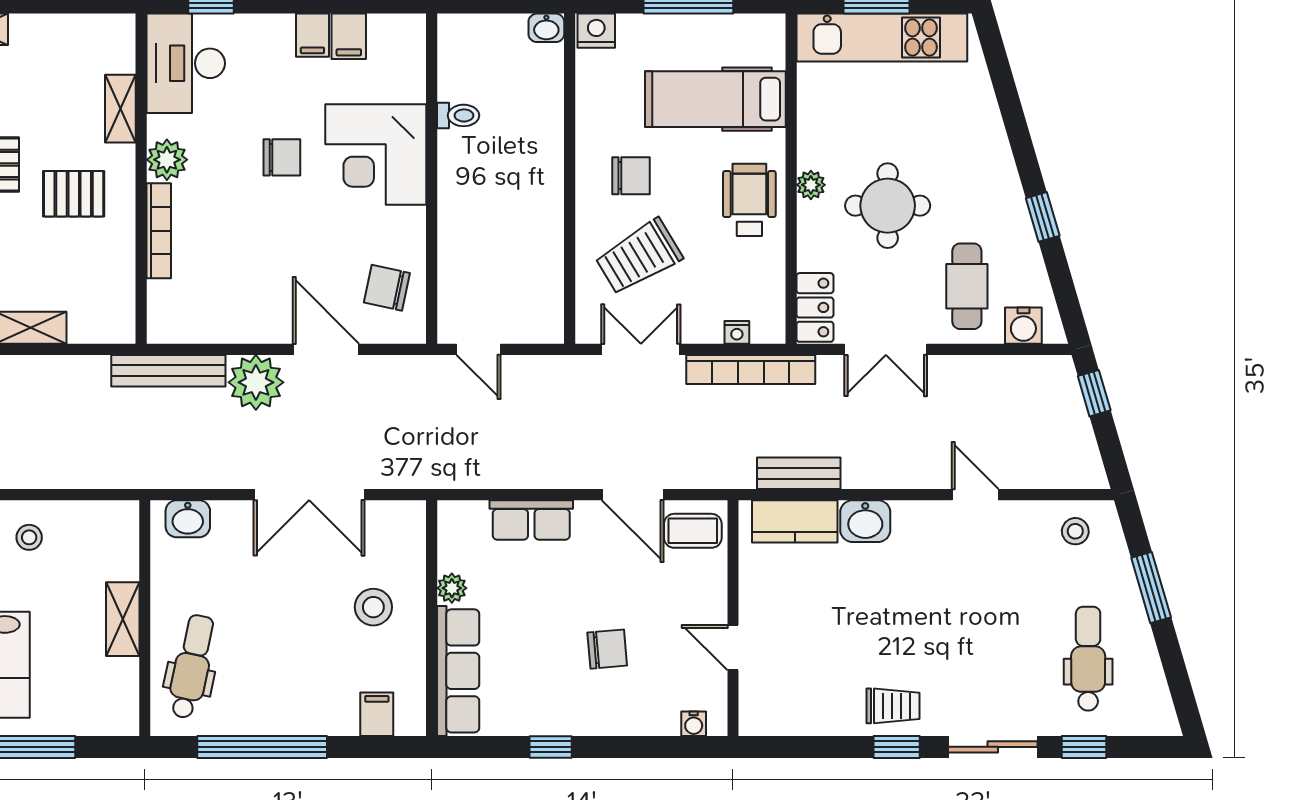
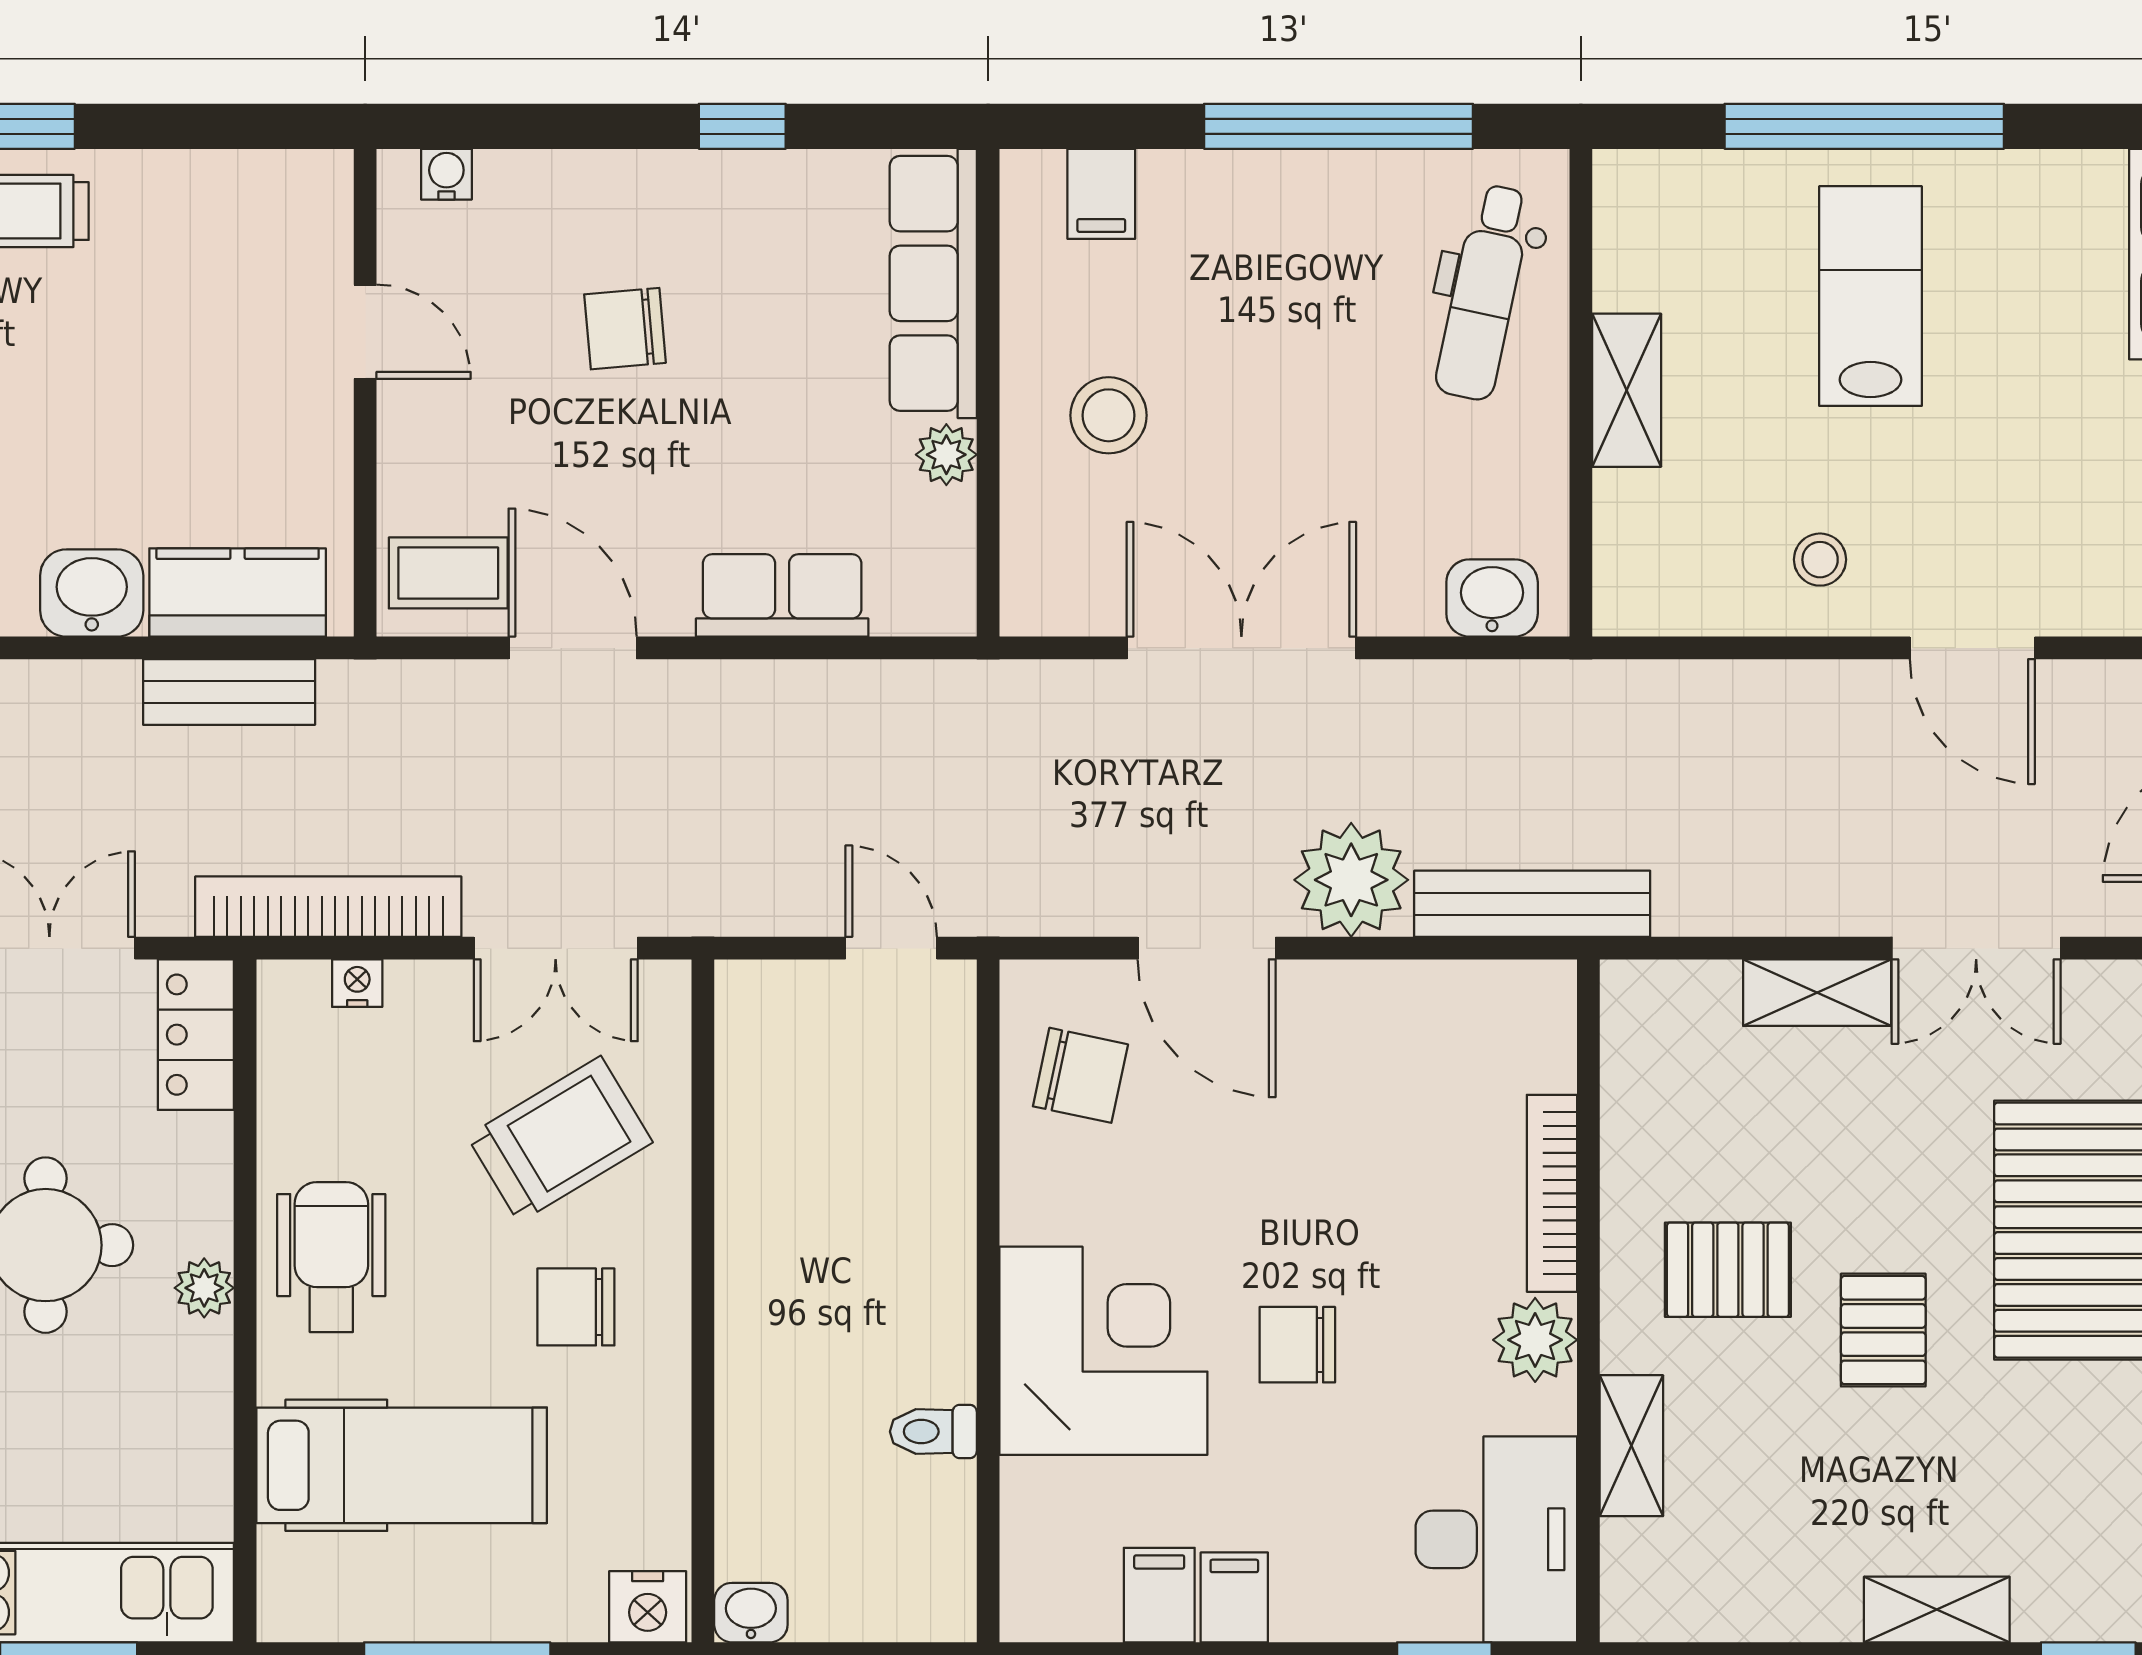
wheelchair: (749, 200) -> (331, 1257), turned 180

